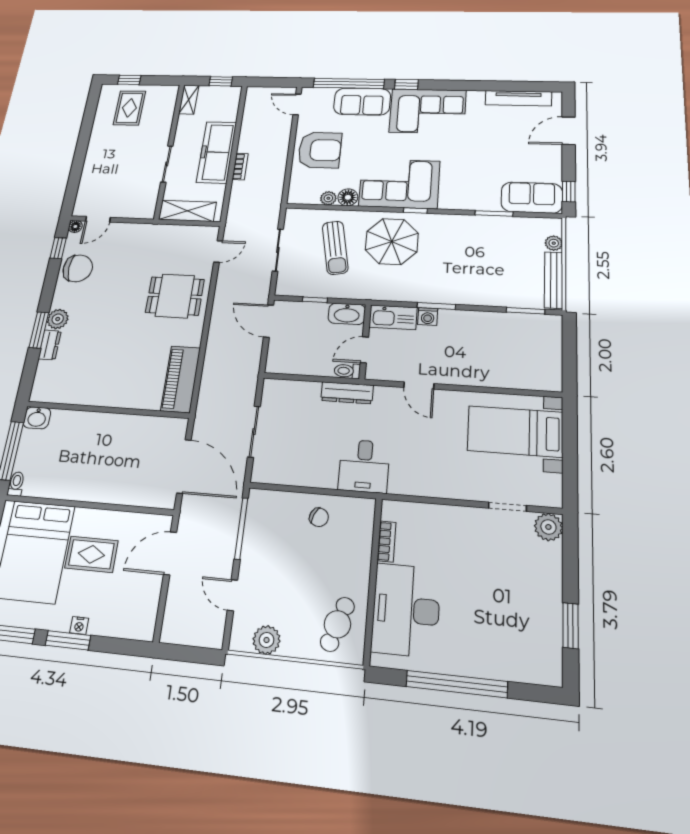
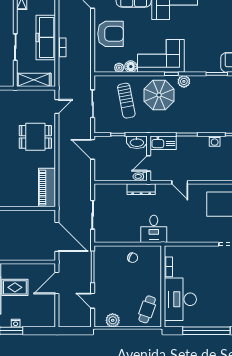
plant: (436, 223) -> (184, 81), added
washing machine: (428, 316) -> (215, 141), moved

